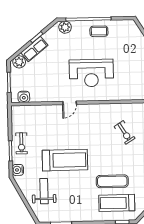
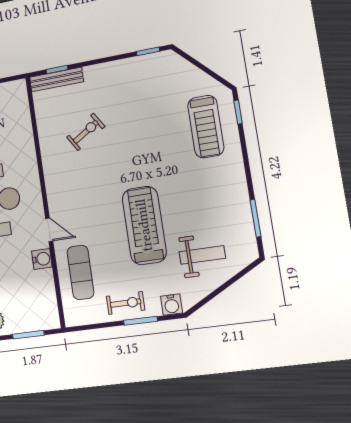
water cooler: (24, 97) -> (42, 259), moved
exercise mat: (112, 181) -> (80, 272), moved
weight bench: (44, 191) -> (202, 255), turned 180

